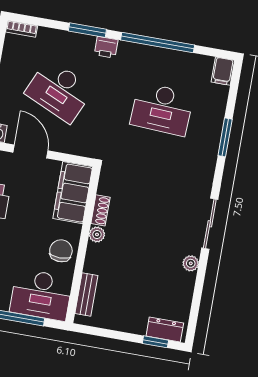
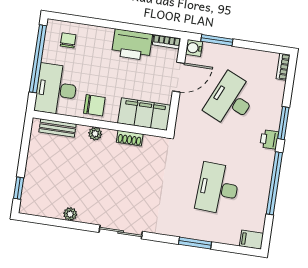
plant: (97, 234) -> (95, 134), moved
plant: (191, 263) -> (70, 214), moved
dresser: (165, 330) -> (29, 196), removed

